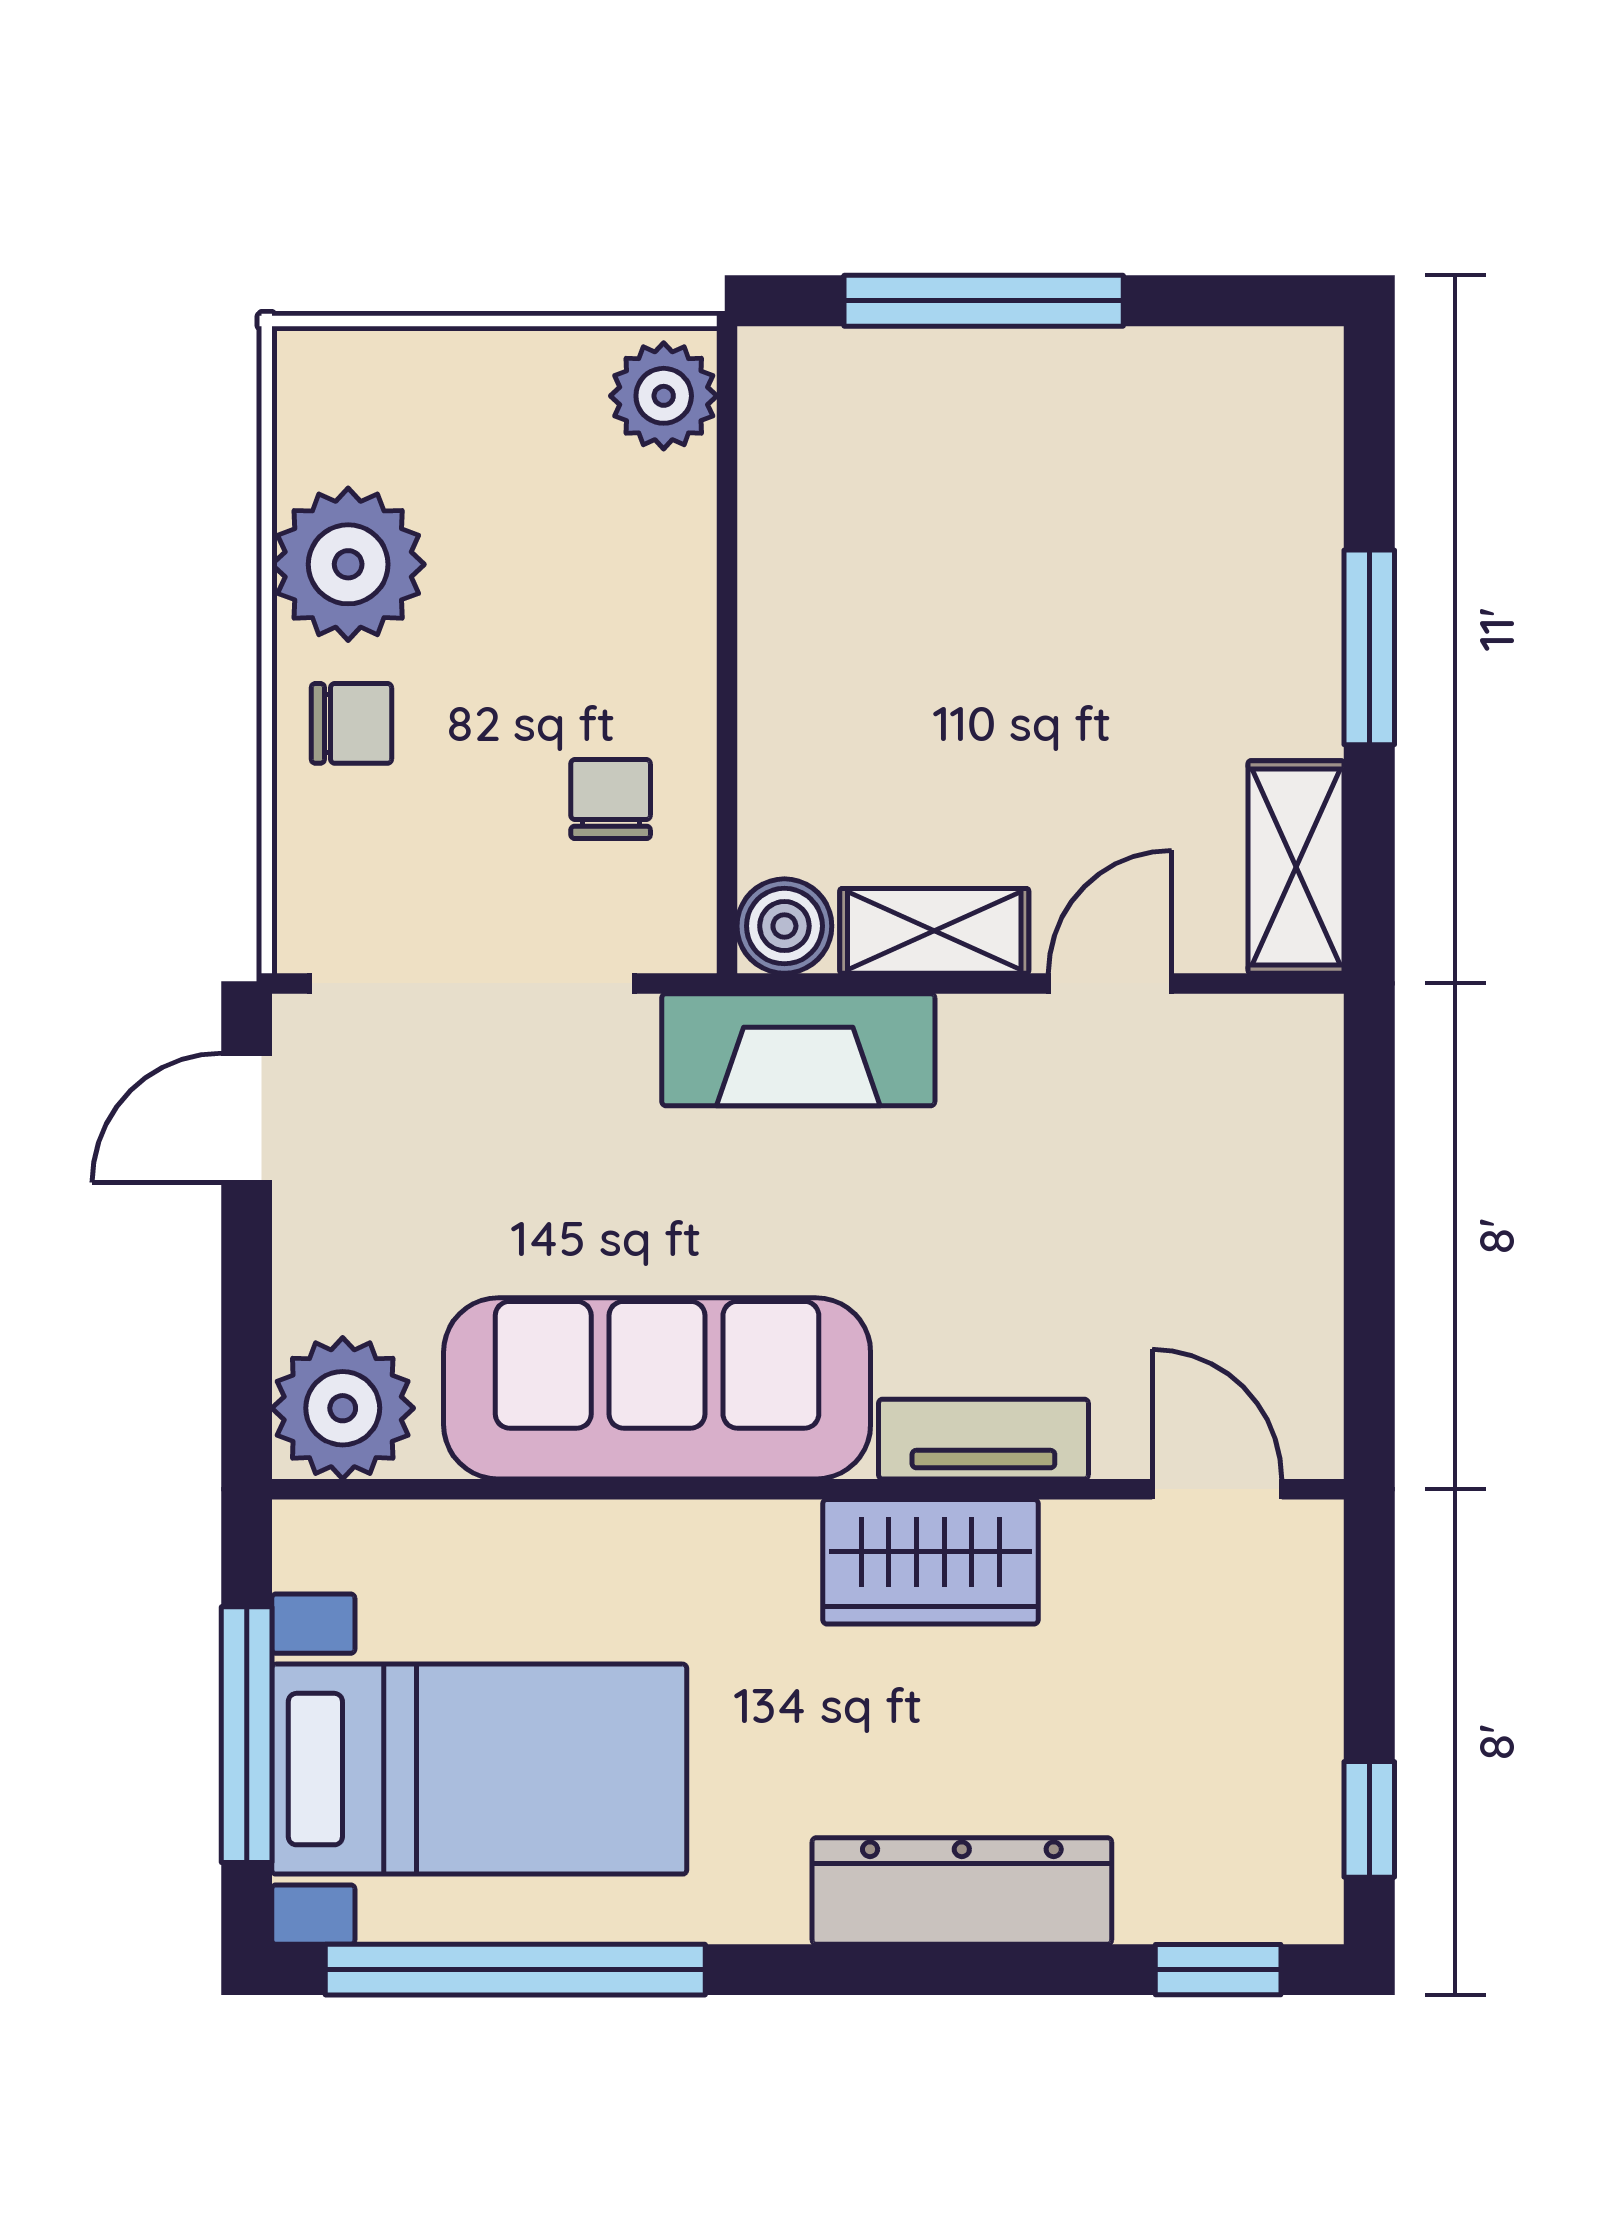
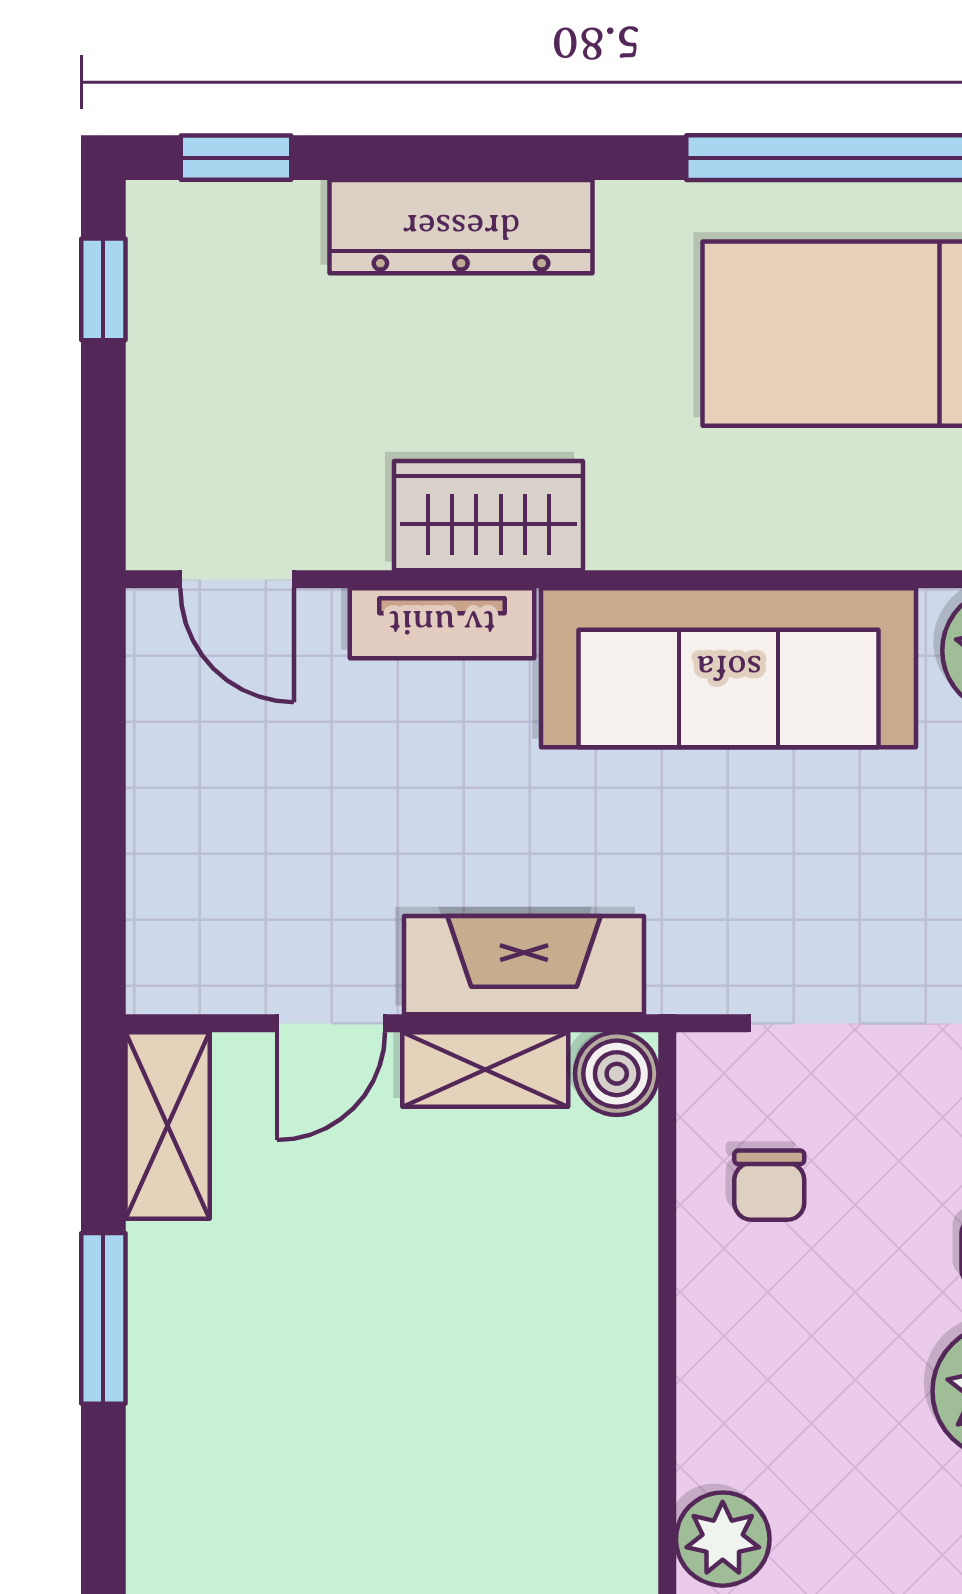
fireplace: (798, 1050) -> (524, 965), moved

